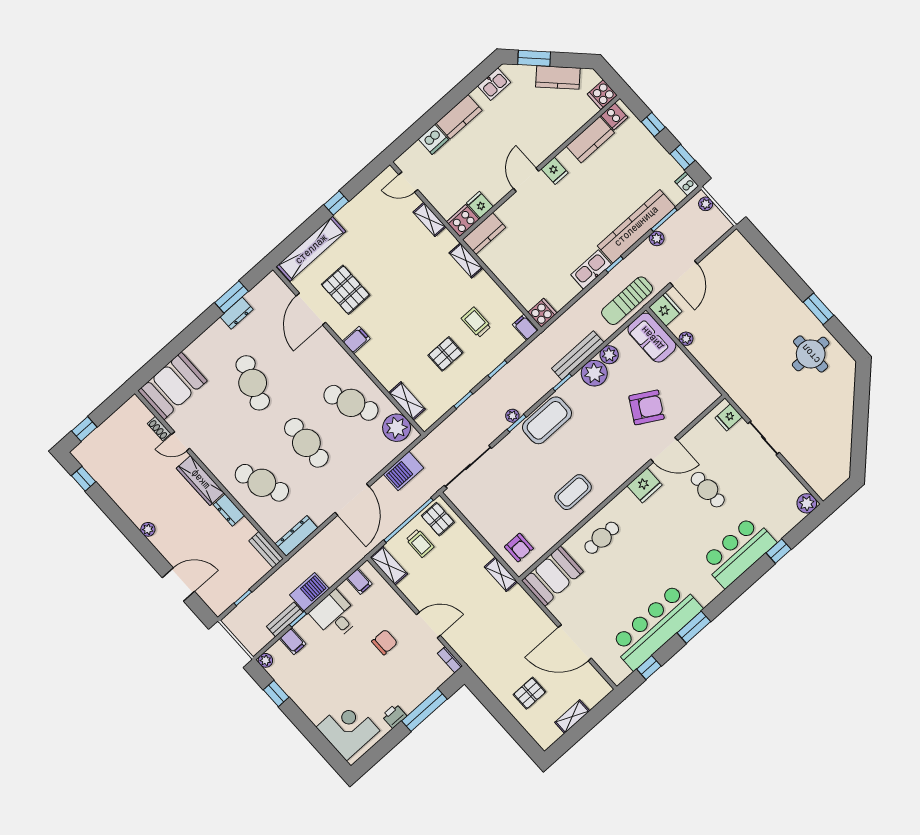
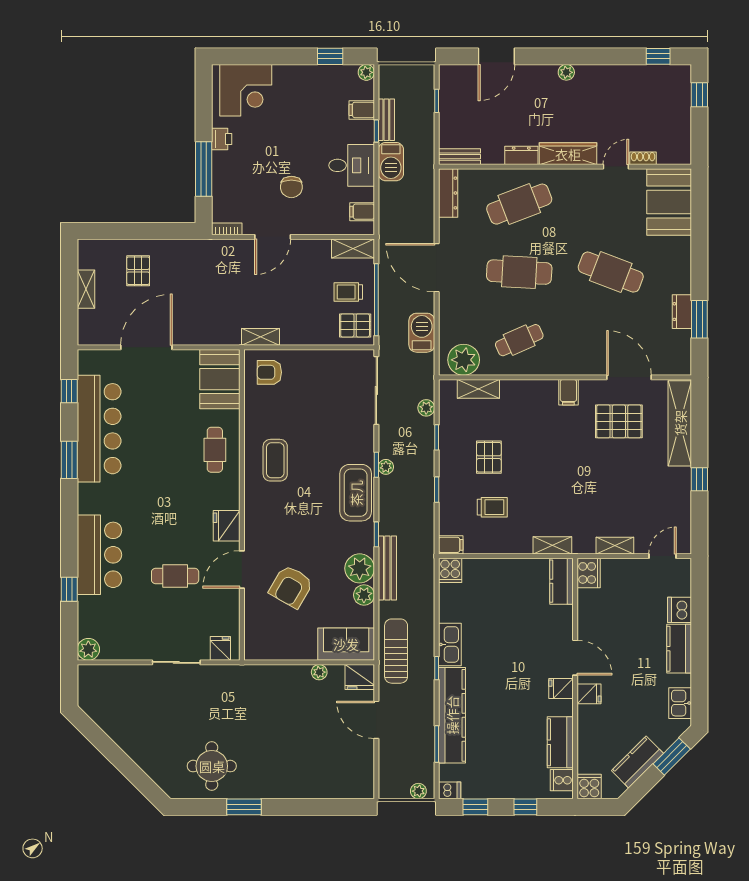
fridge: (480, 205) -> (589, 694), moved
plant: (657, 238) -> (426, 408), moved
cafe table: (351, 403) -> (519, 340), width x0.73, depth x0.74

